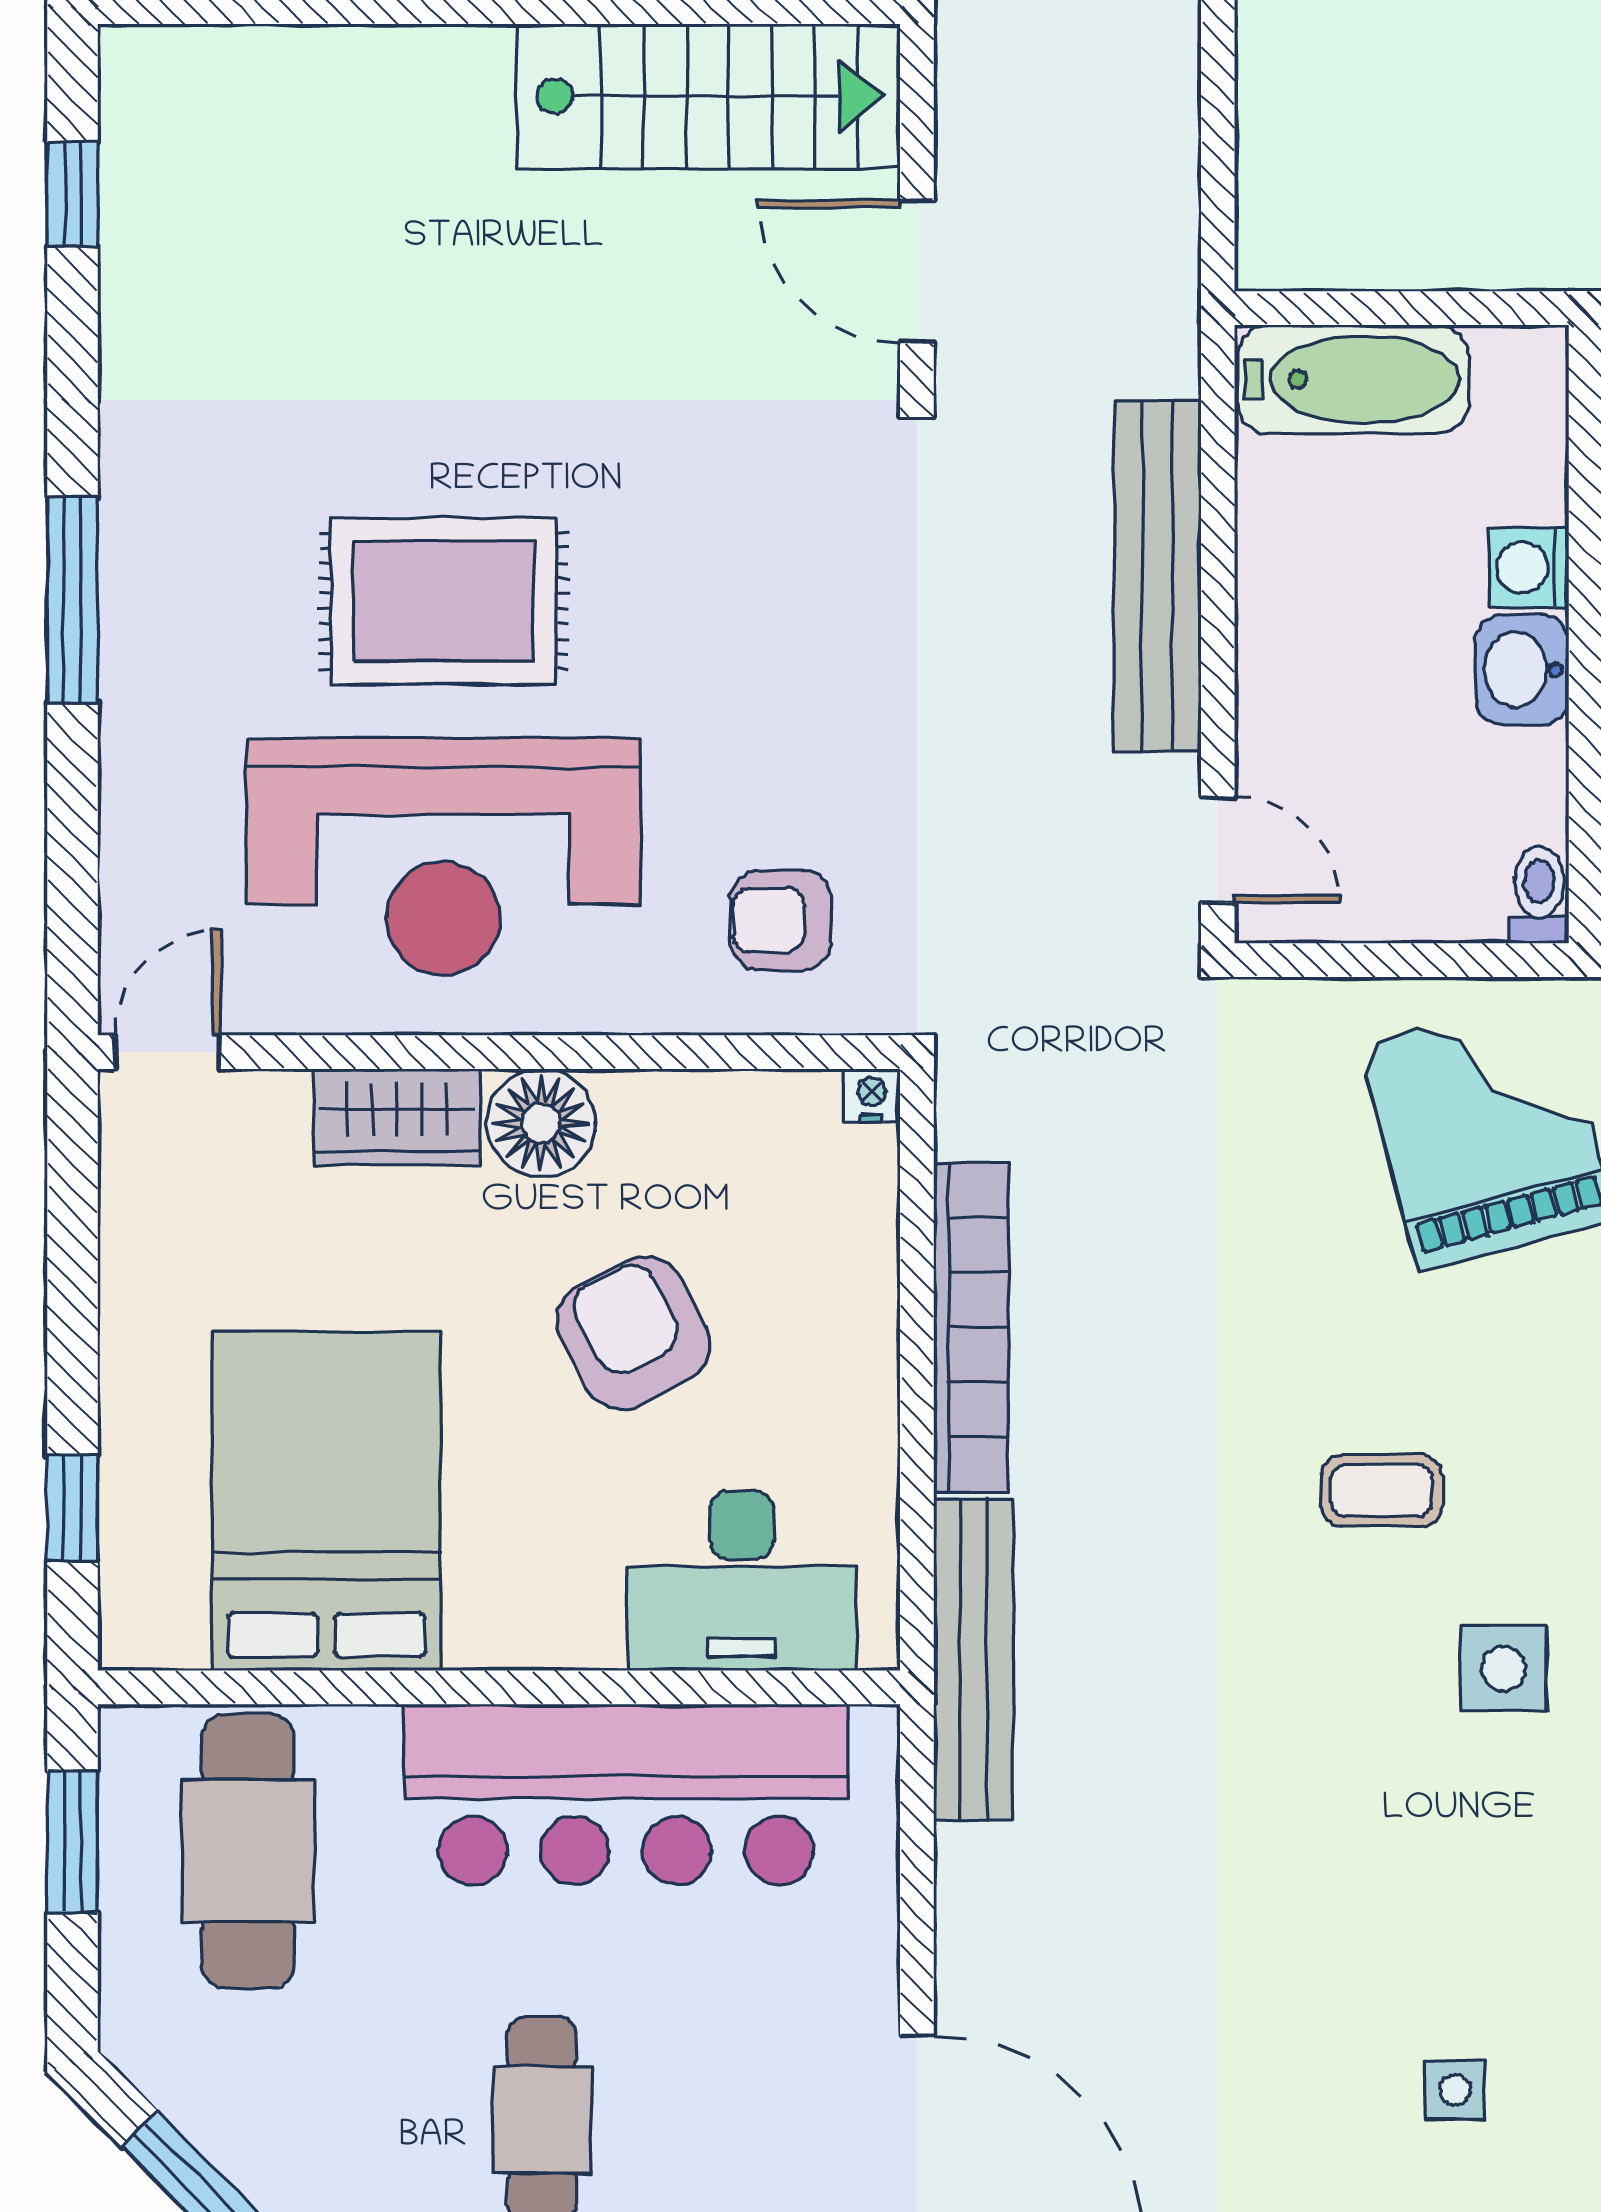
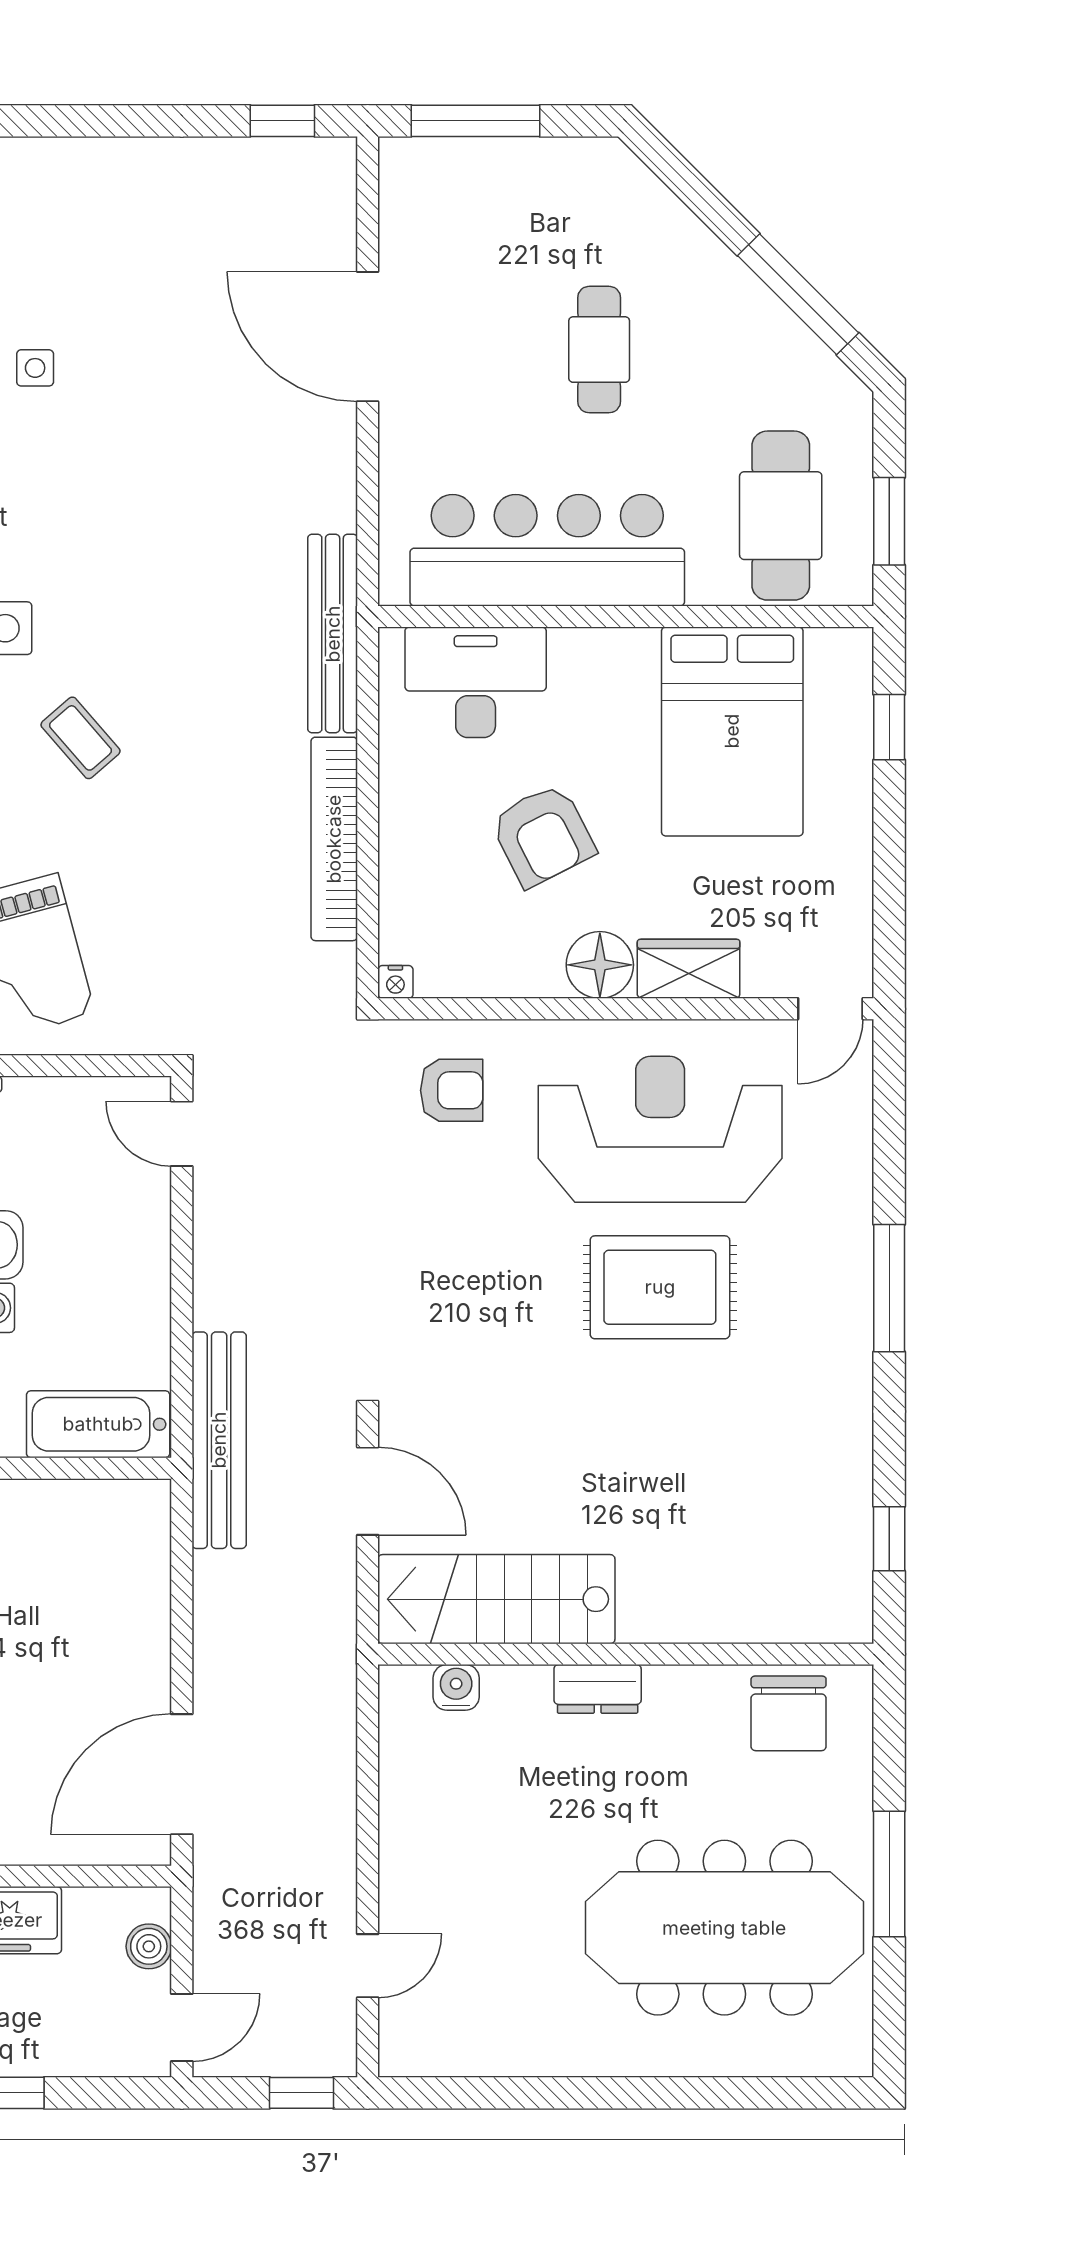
bench: (1157, 576) -> (219, 1440), moved
coffee table: (1382, 1491) -> (81, 738), turned 49

